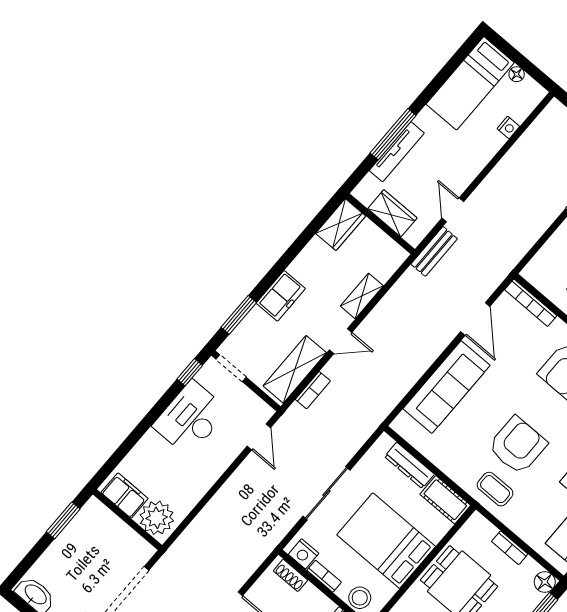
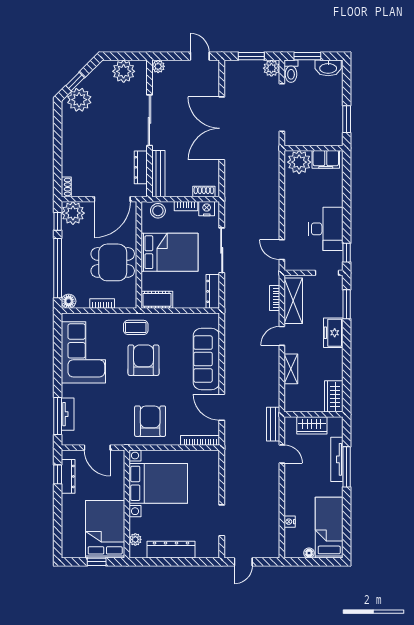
armchair: (518, 445) -> (144, 360), turned 180
dresser: (409, 465) -> (213, 291), moved, turned -90

